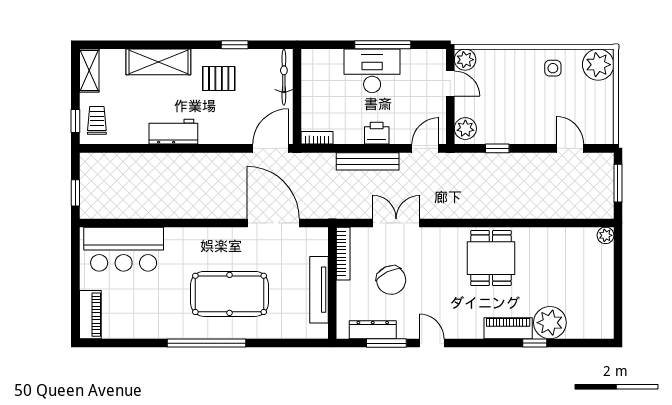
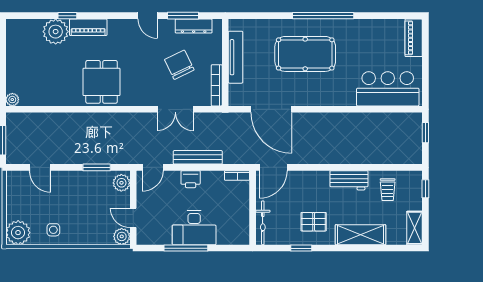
trolley: (97, 120) -> (388, 190), moved
window: (497, 148) -> (97, 167), width x1.50

